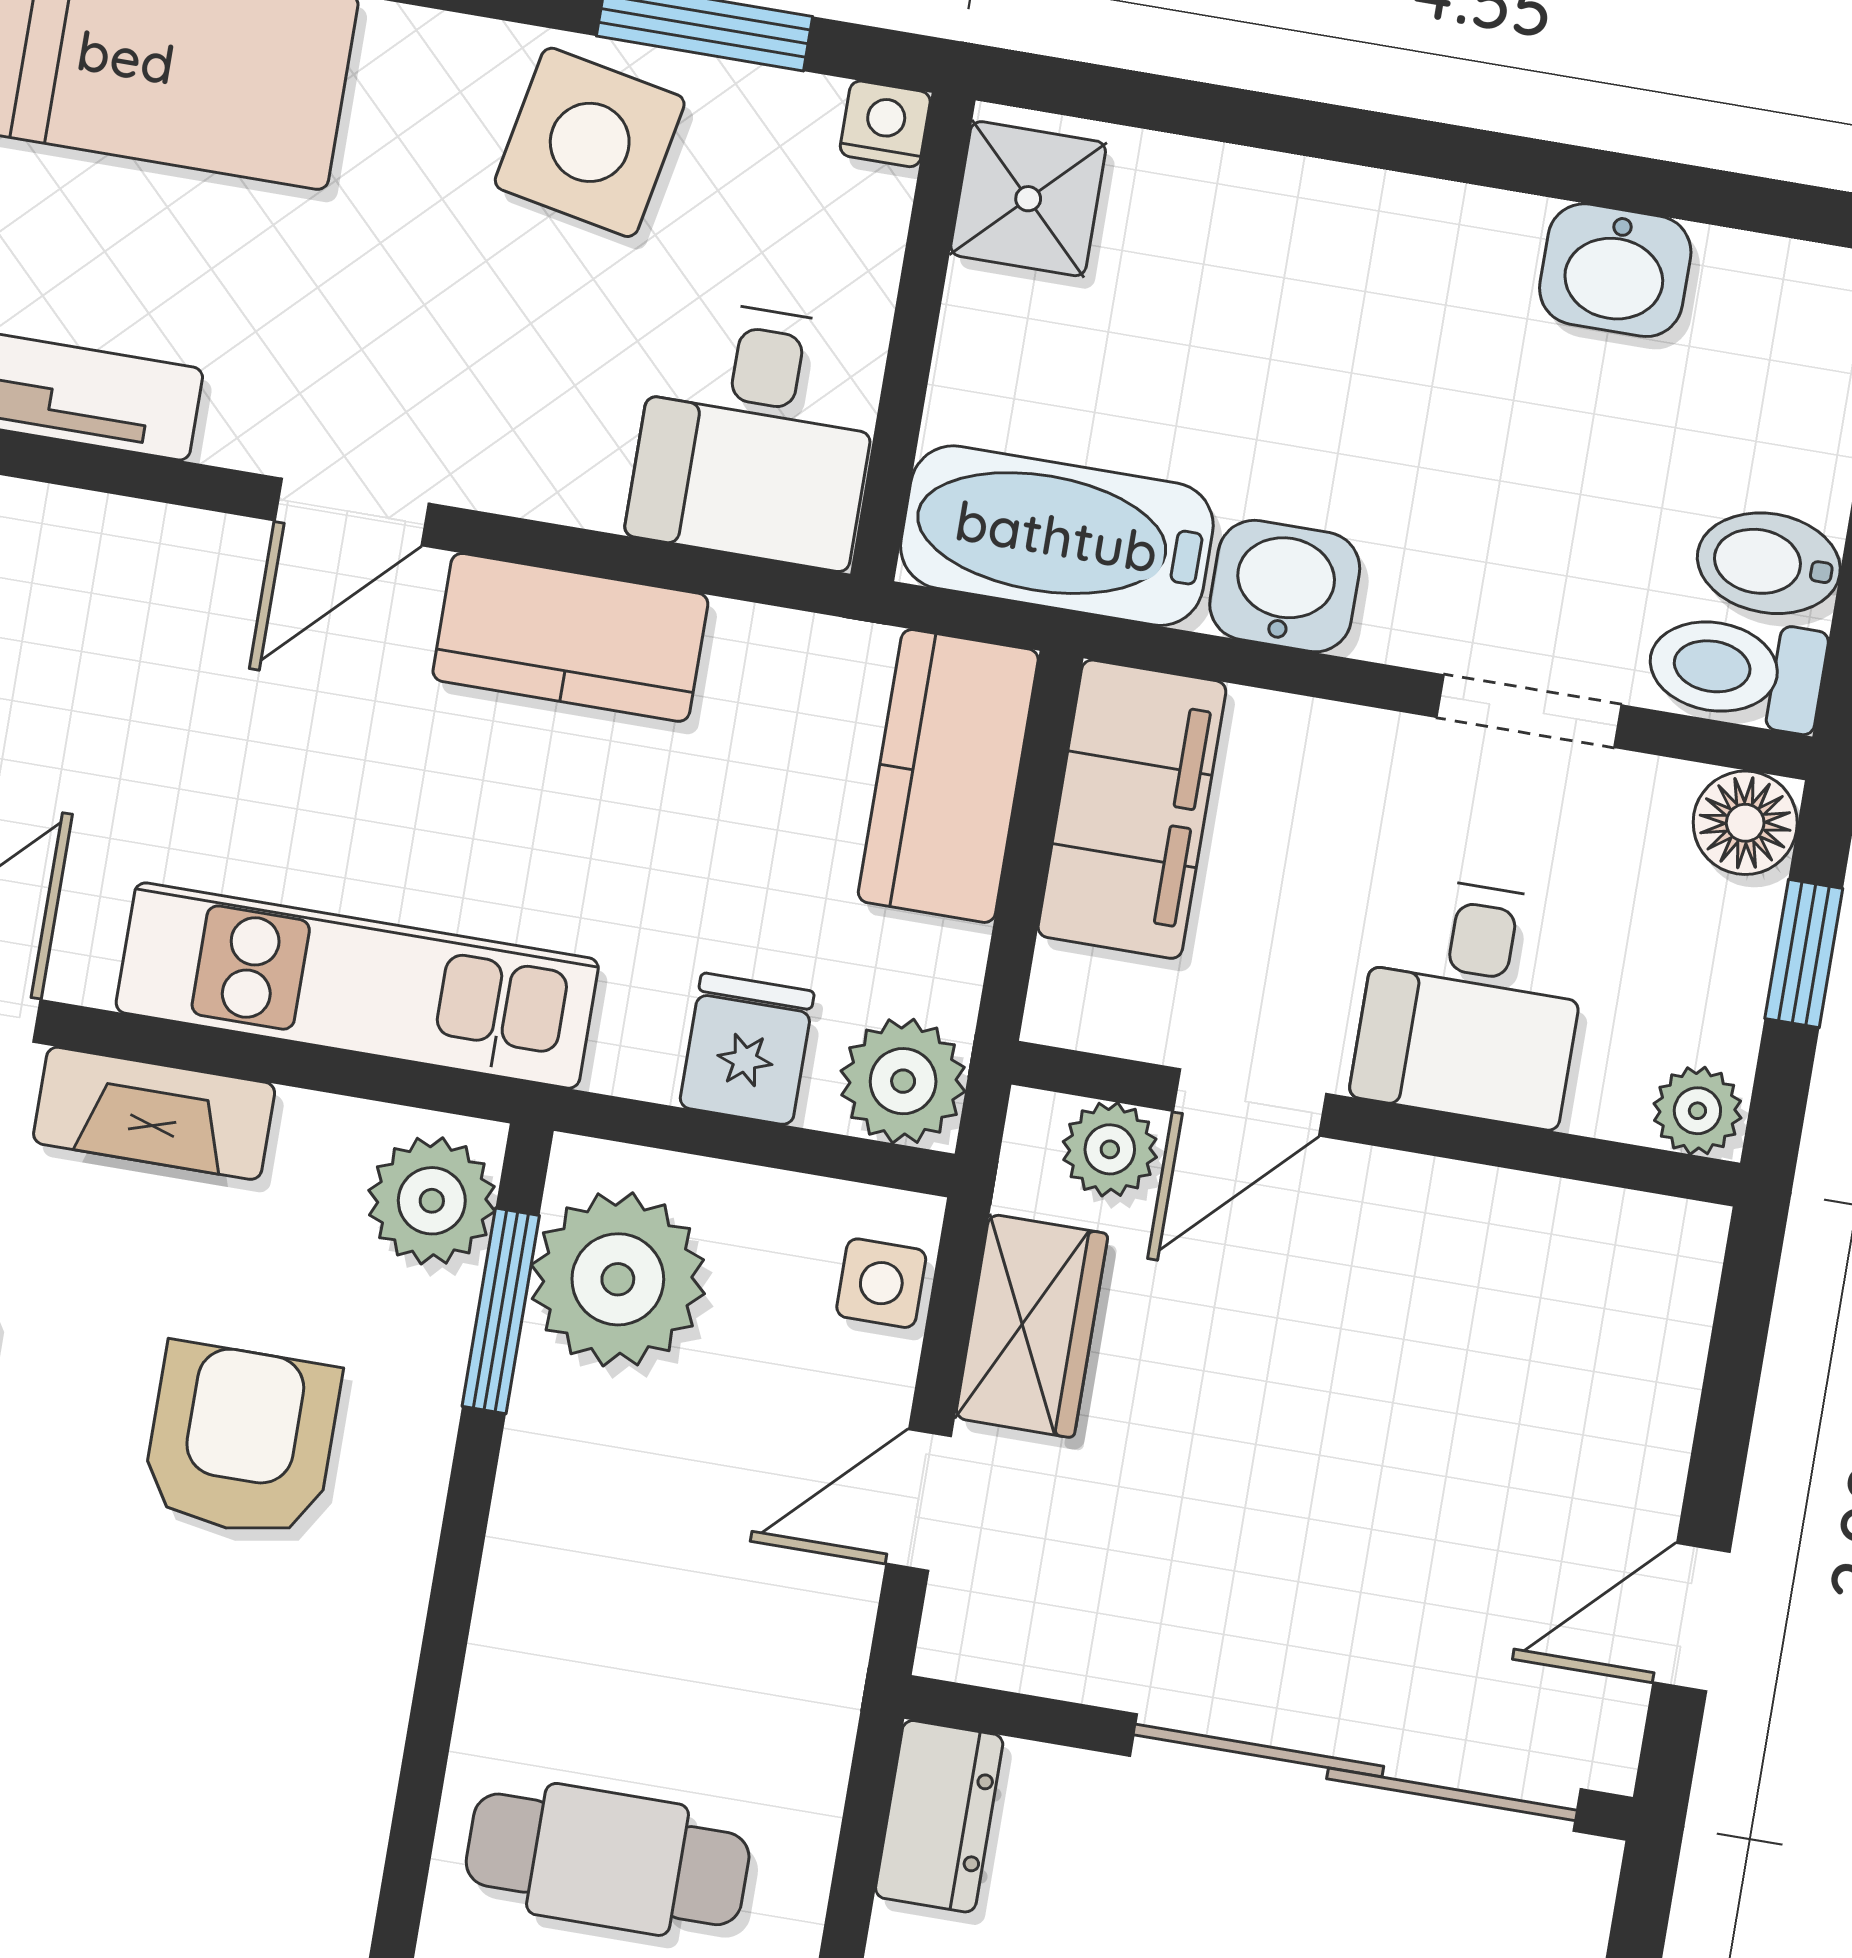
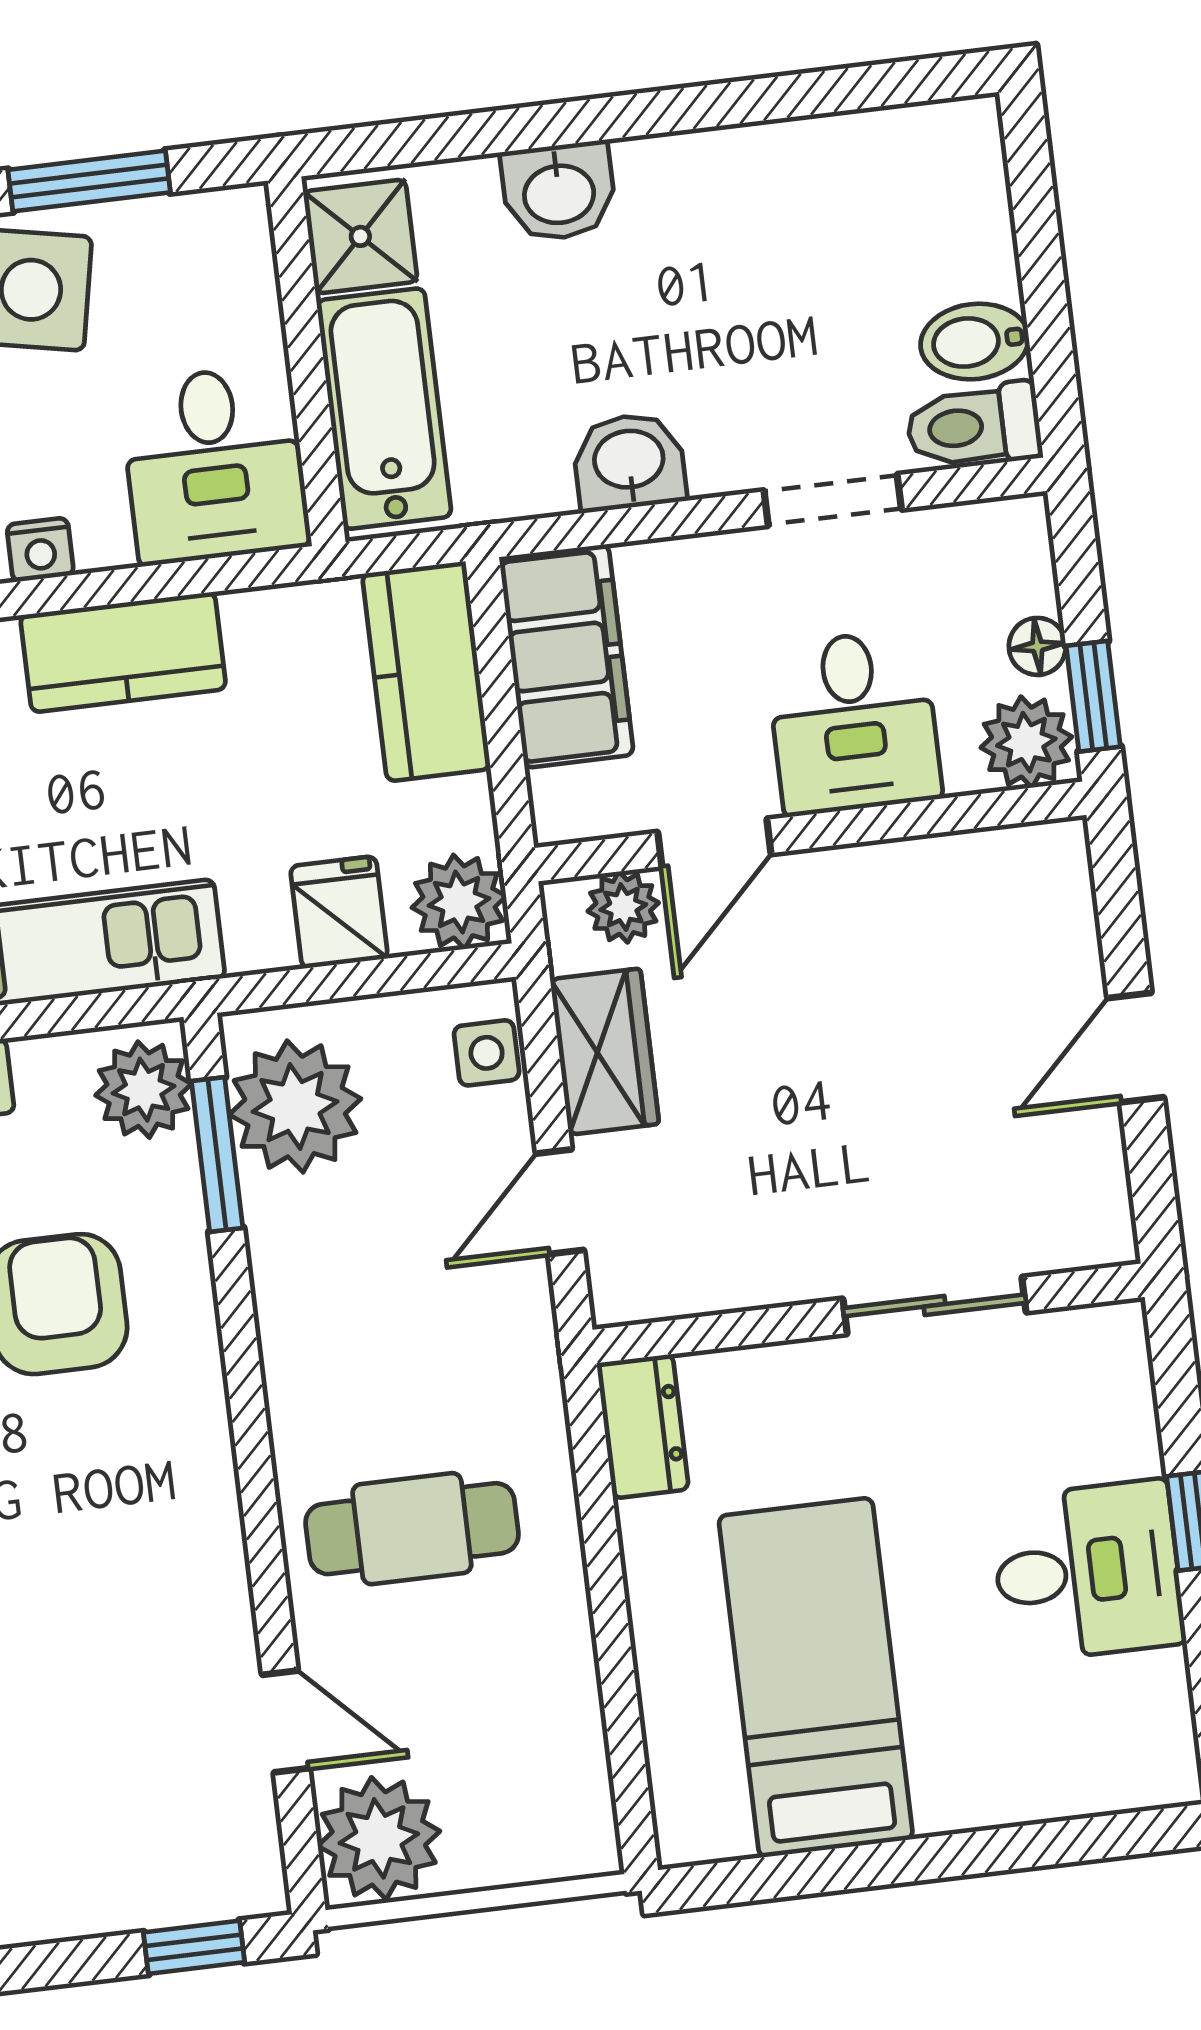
nightstand: (885, 124) -> (40, 550), moved, turned 180
washbasin: (1615, 270) -> (559, 192), moved
bathtub: (1057, 536) -> (384, 409), moved, turned 90
floor lamp: (1745, 823) -> (1037, 646), moved, width x0.73, depth x0.73
window: (1804, 953) -> (1093, 696), moved
plant: (1697, 1111) -> (1026, 742), width x1.38, depth x1.38
door: (1692, 1617) -> (1136, 1048), moved
sliding door: (1355, 1772) -> (934, 1305), width x0.54

